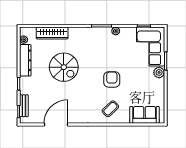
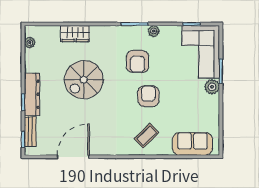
wardrobe: (52, 33) -> (75, 34), width x0.67
armchair: (104, 54) -> (138, 61), added
dresser: (25, 60) -> (32, 94), moved
spiral stairs: (64, 67) -> (84, 80), turned 90

